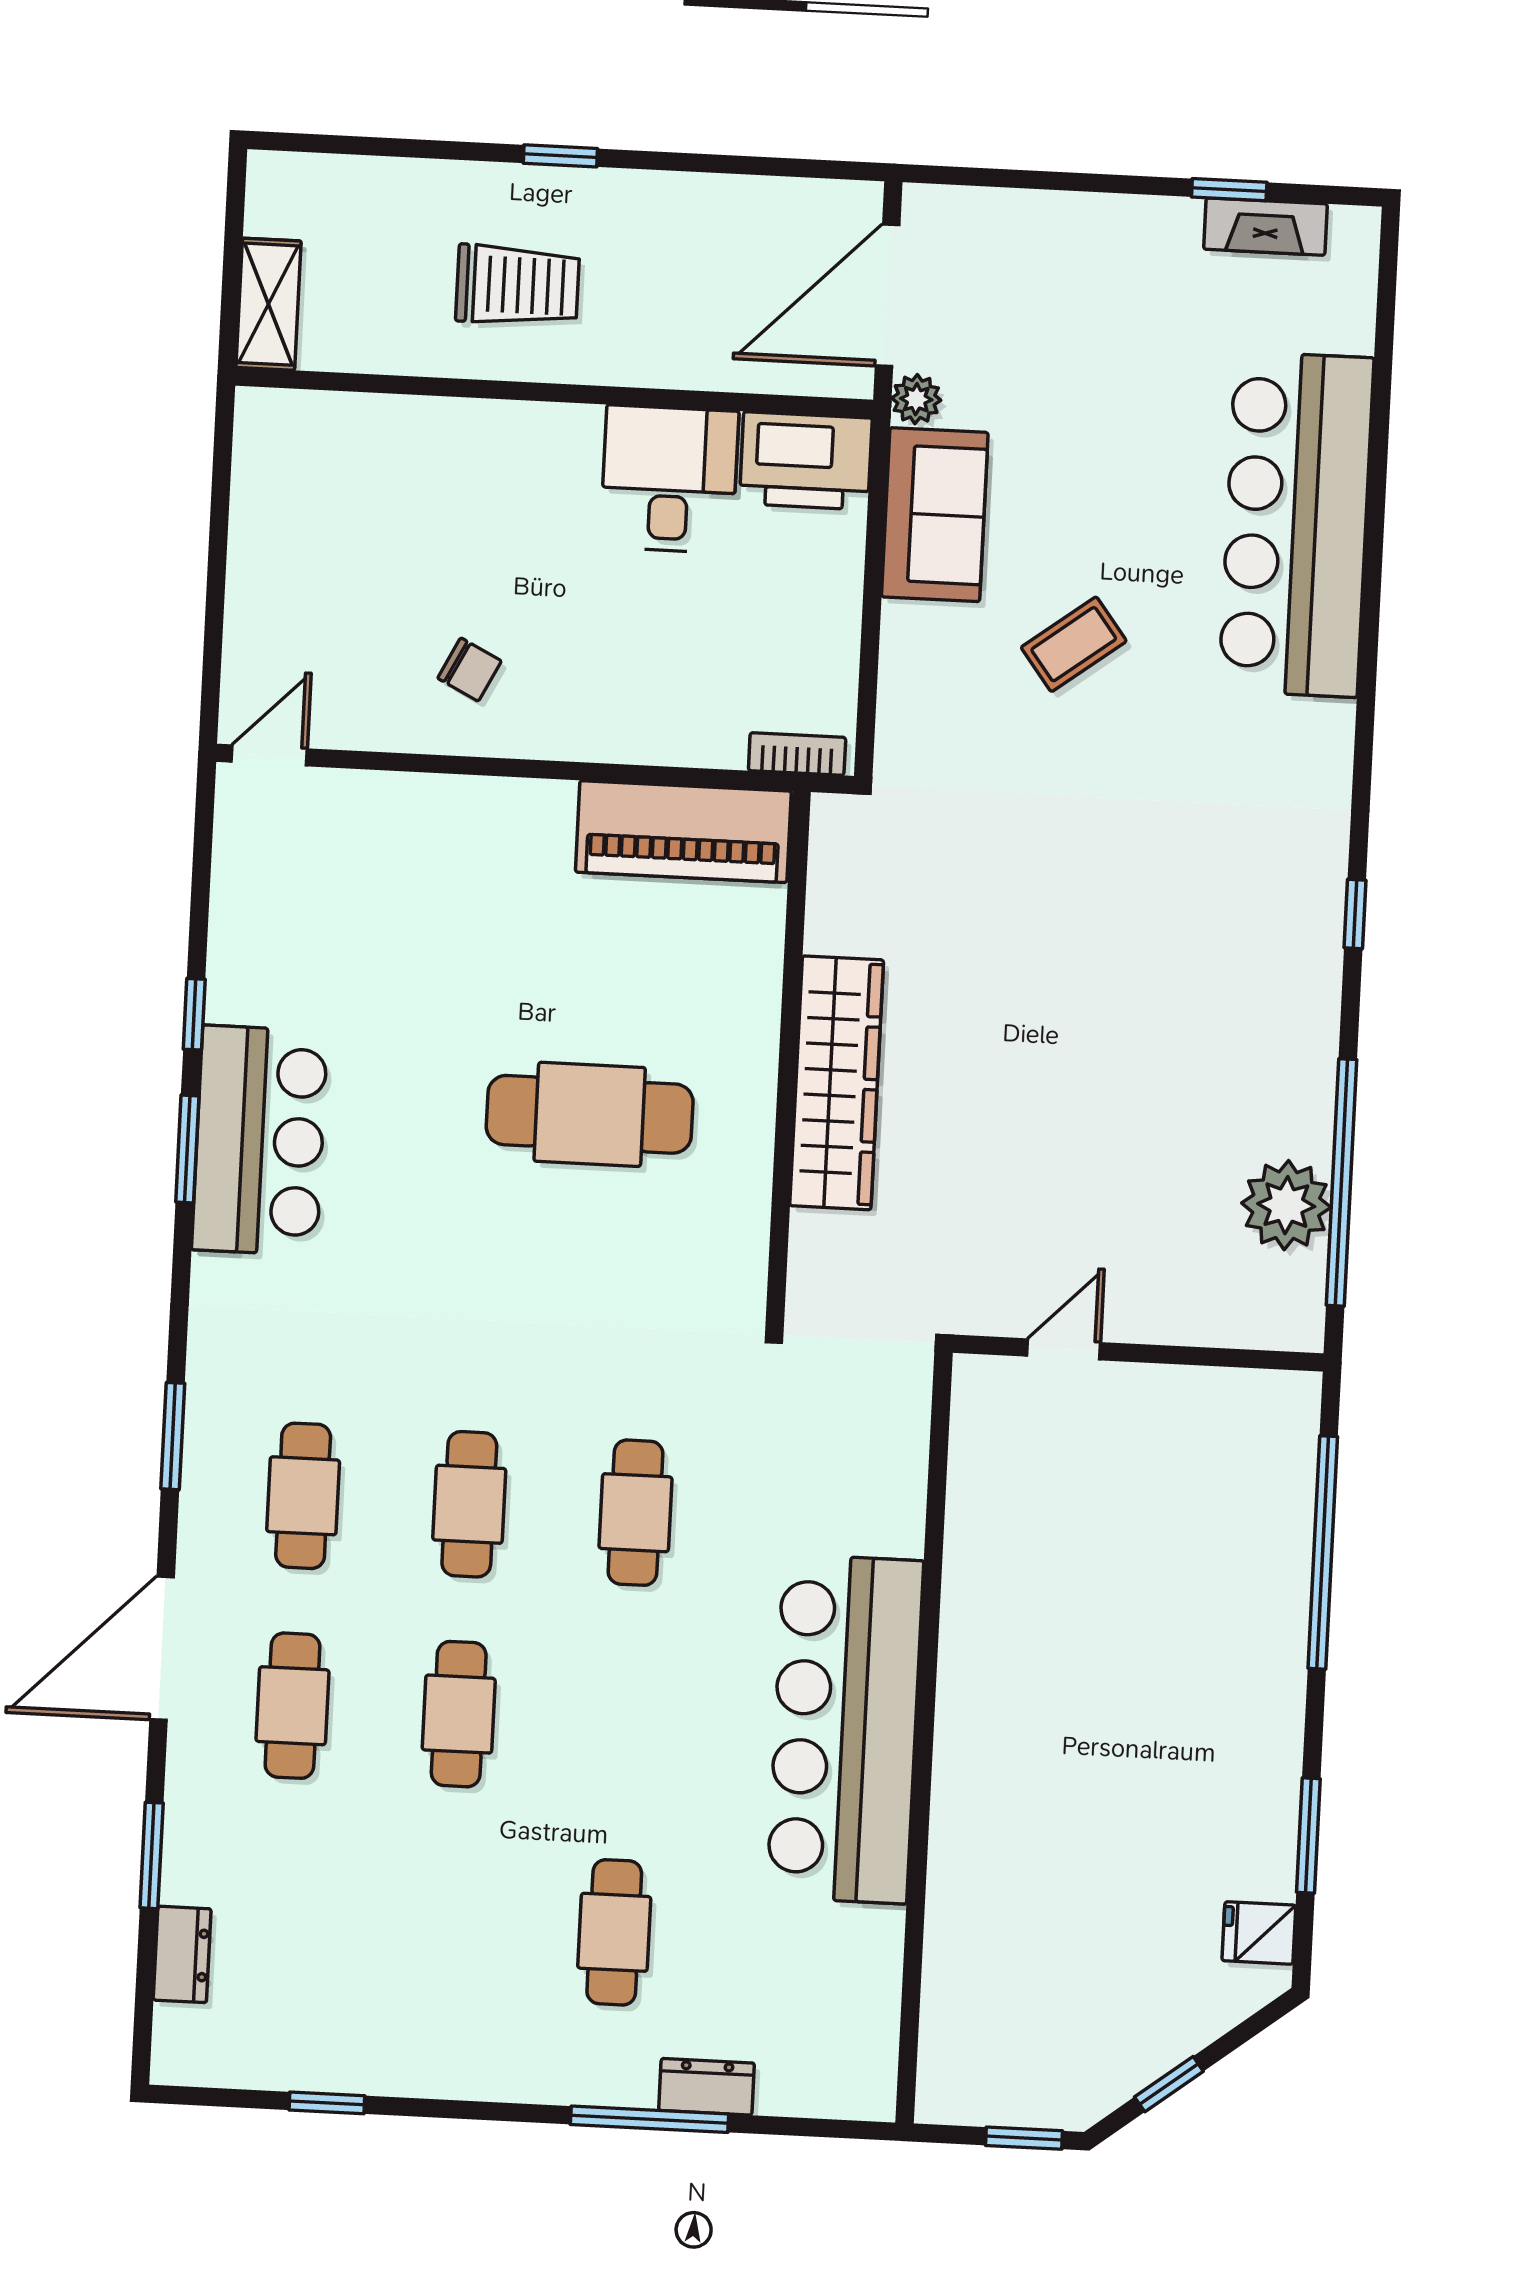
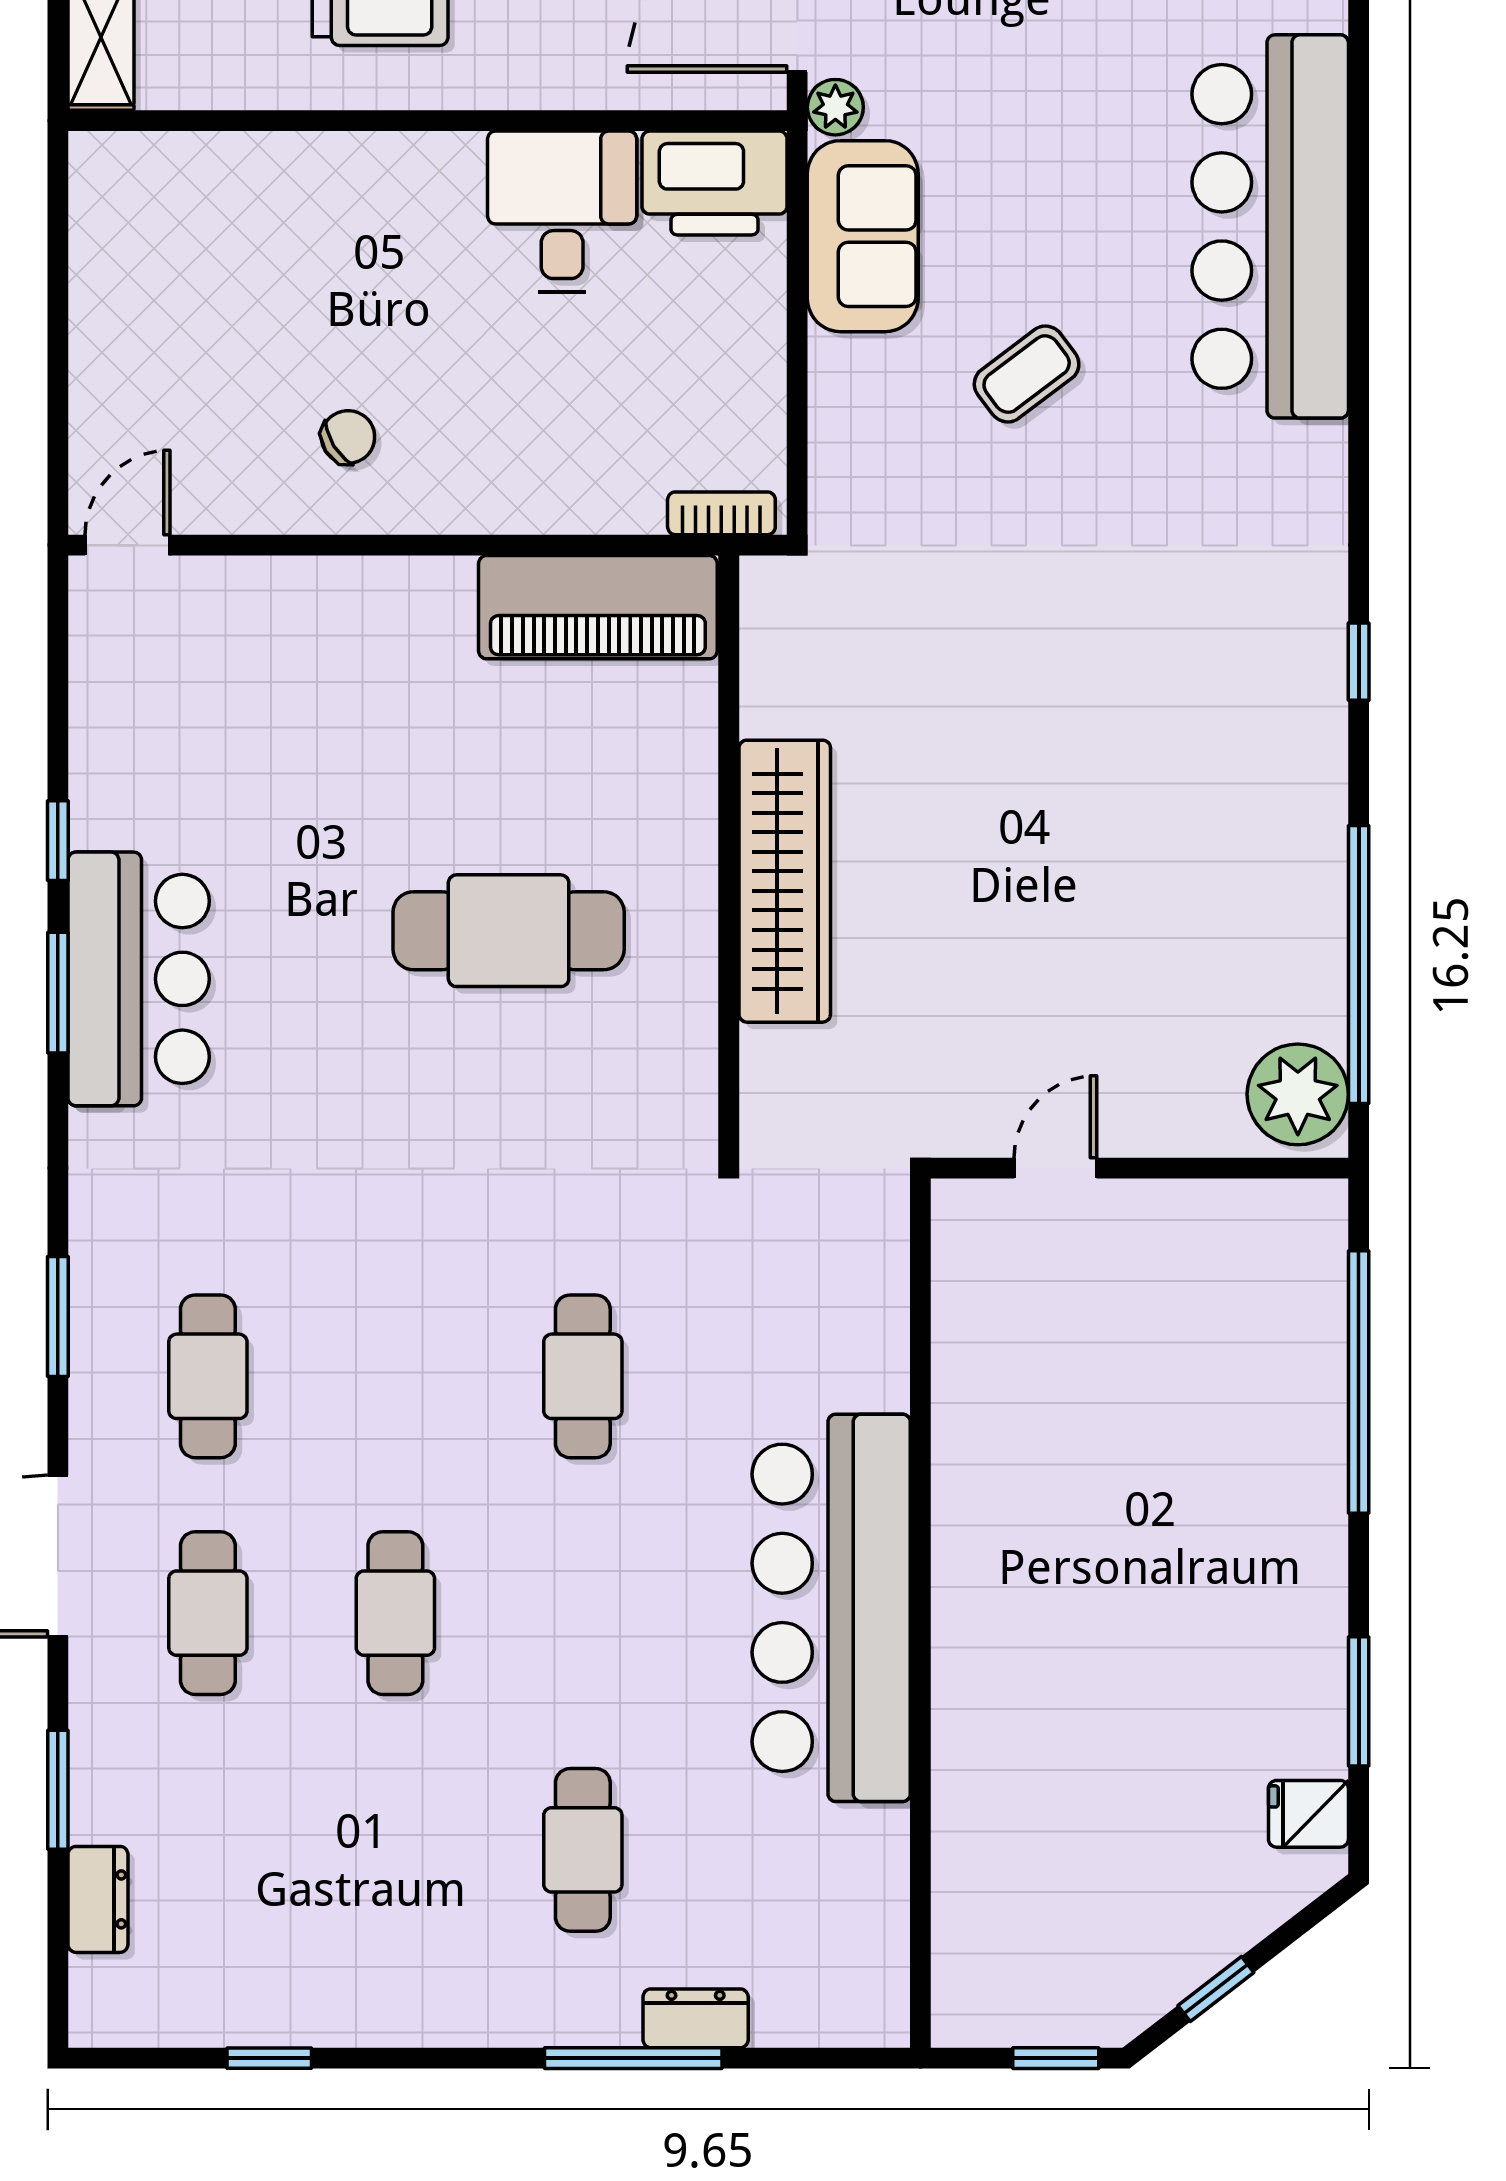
chair: (470, 670) -> (348, 437), turned -59
plant: (1286, 1205) -> (1298, 1094), moved
cafe table: (469, 1504) -> (395, 1376), removed

